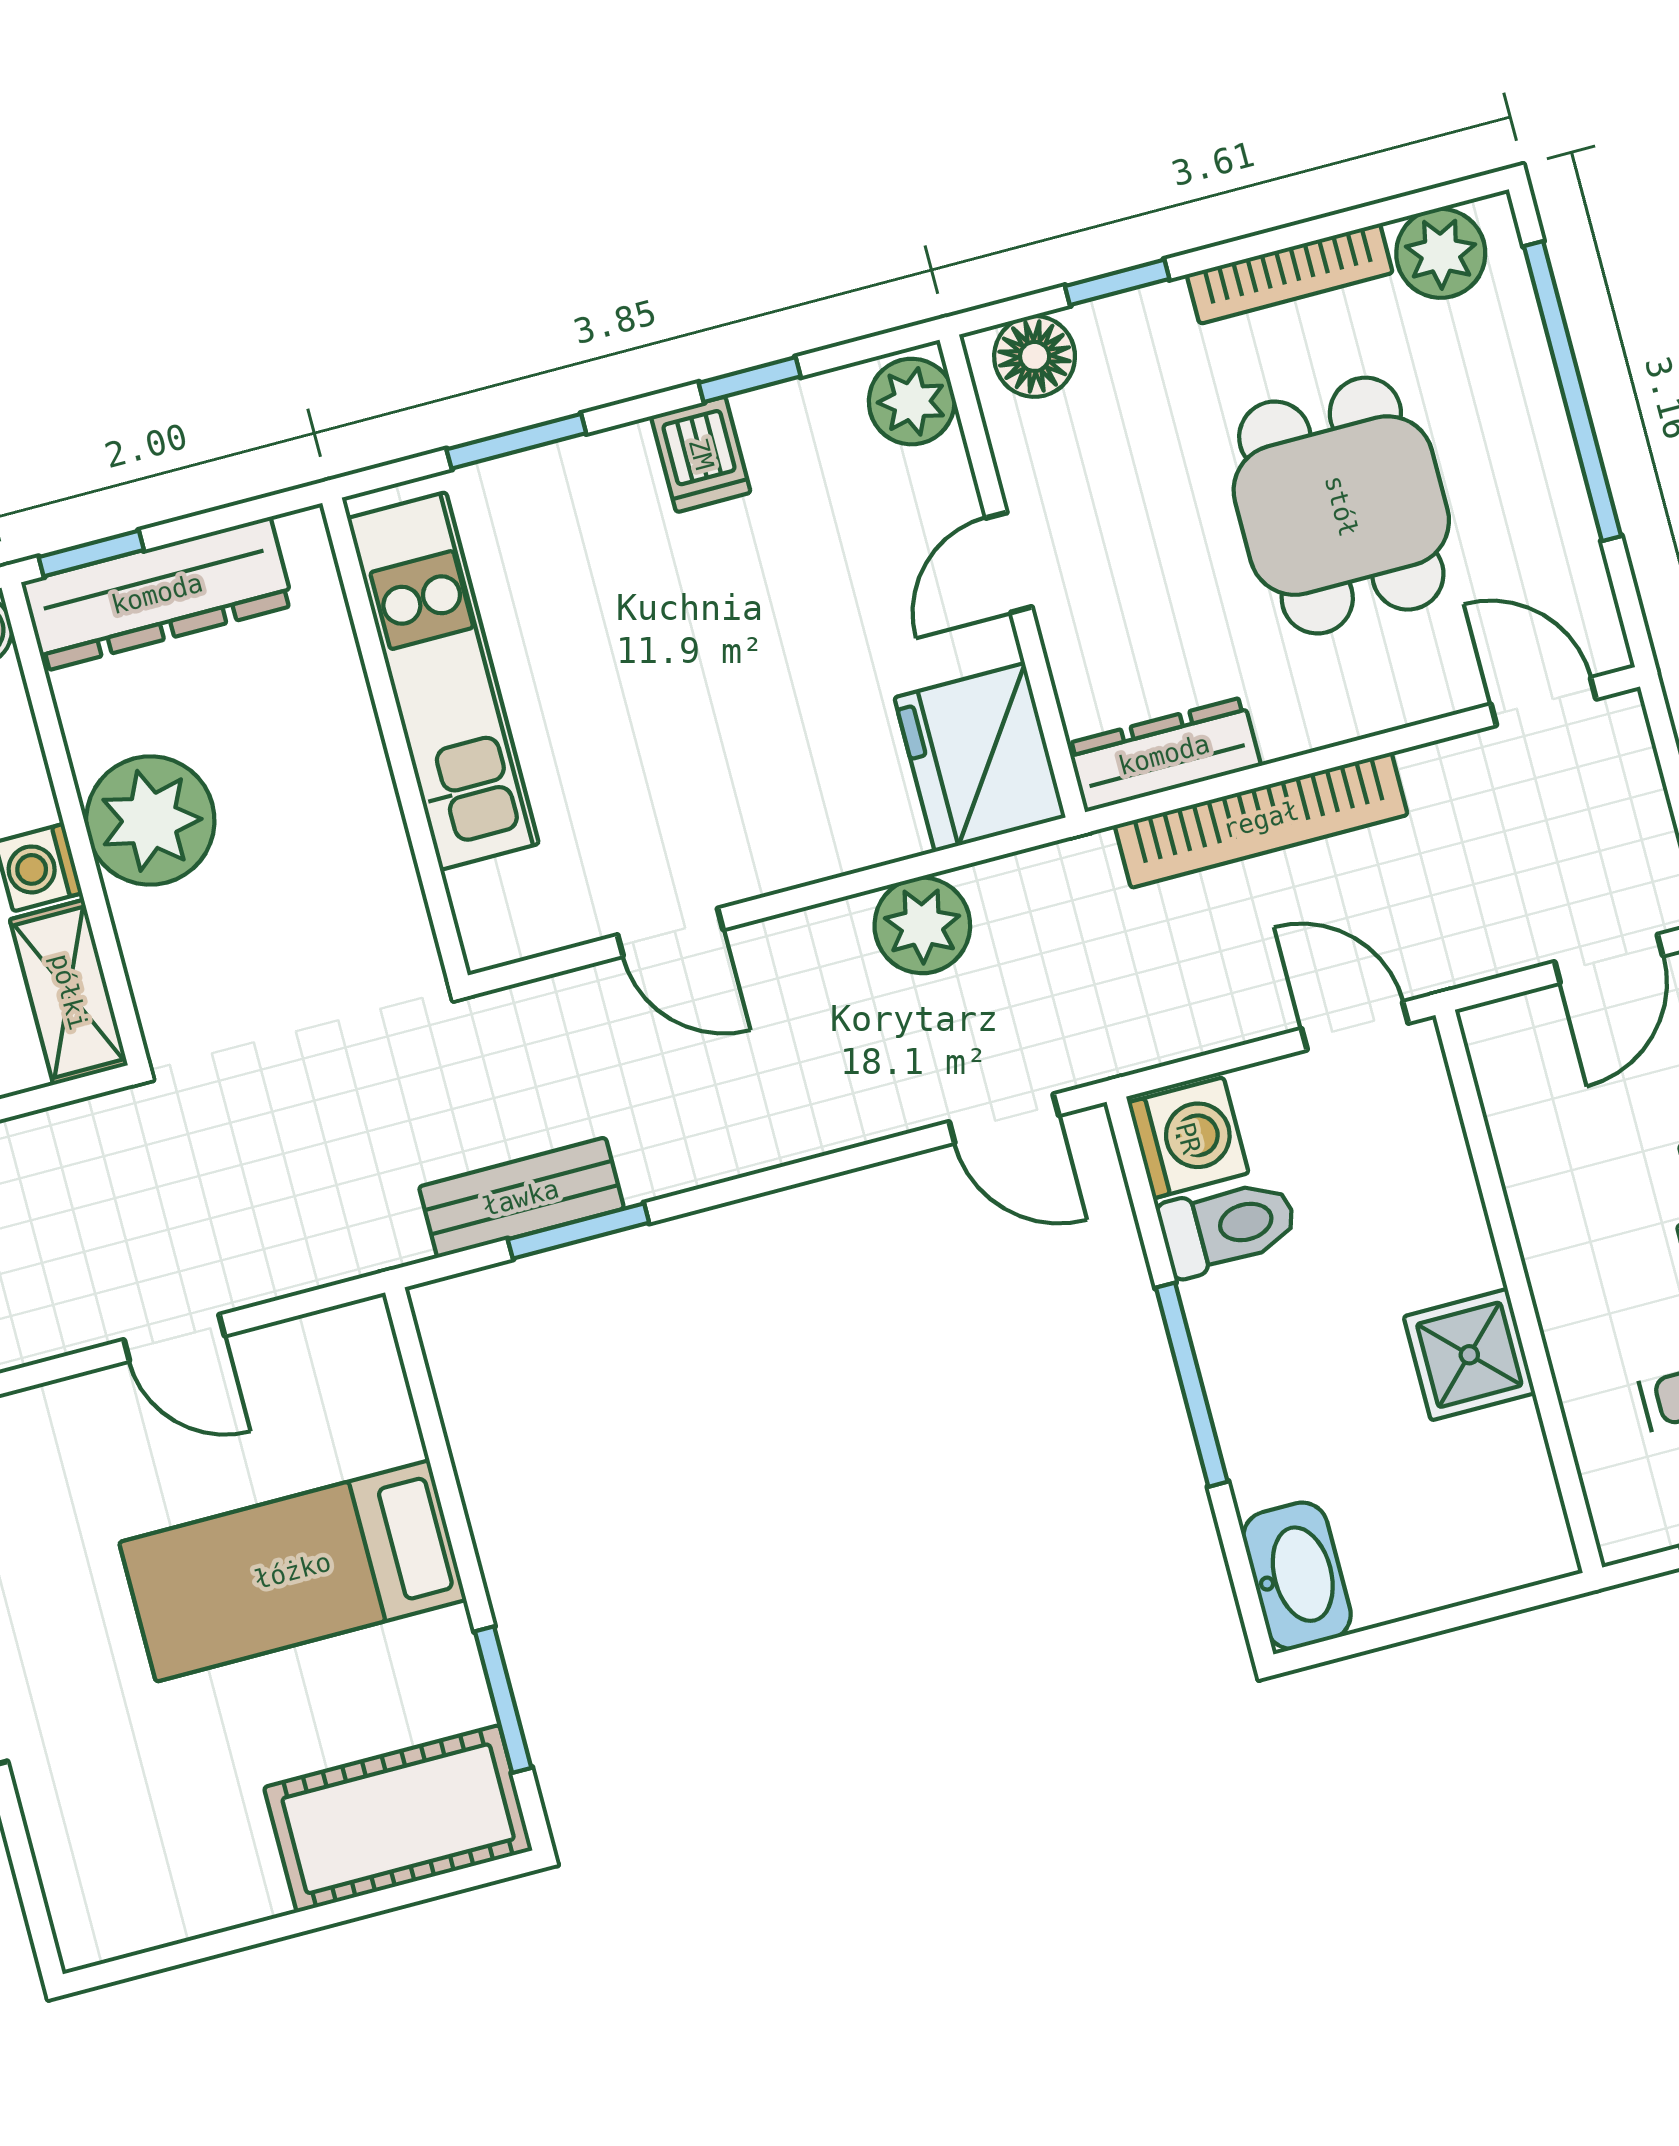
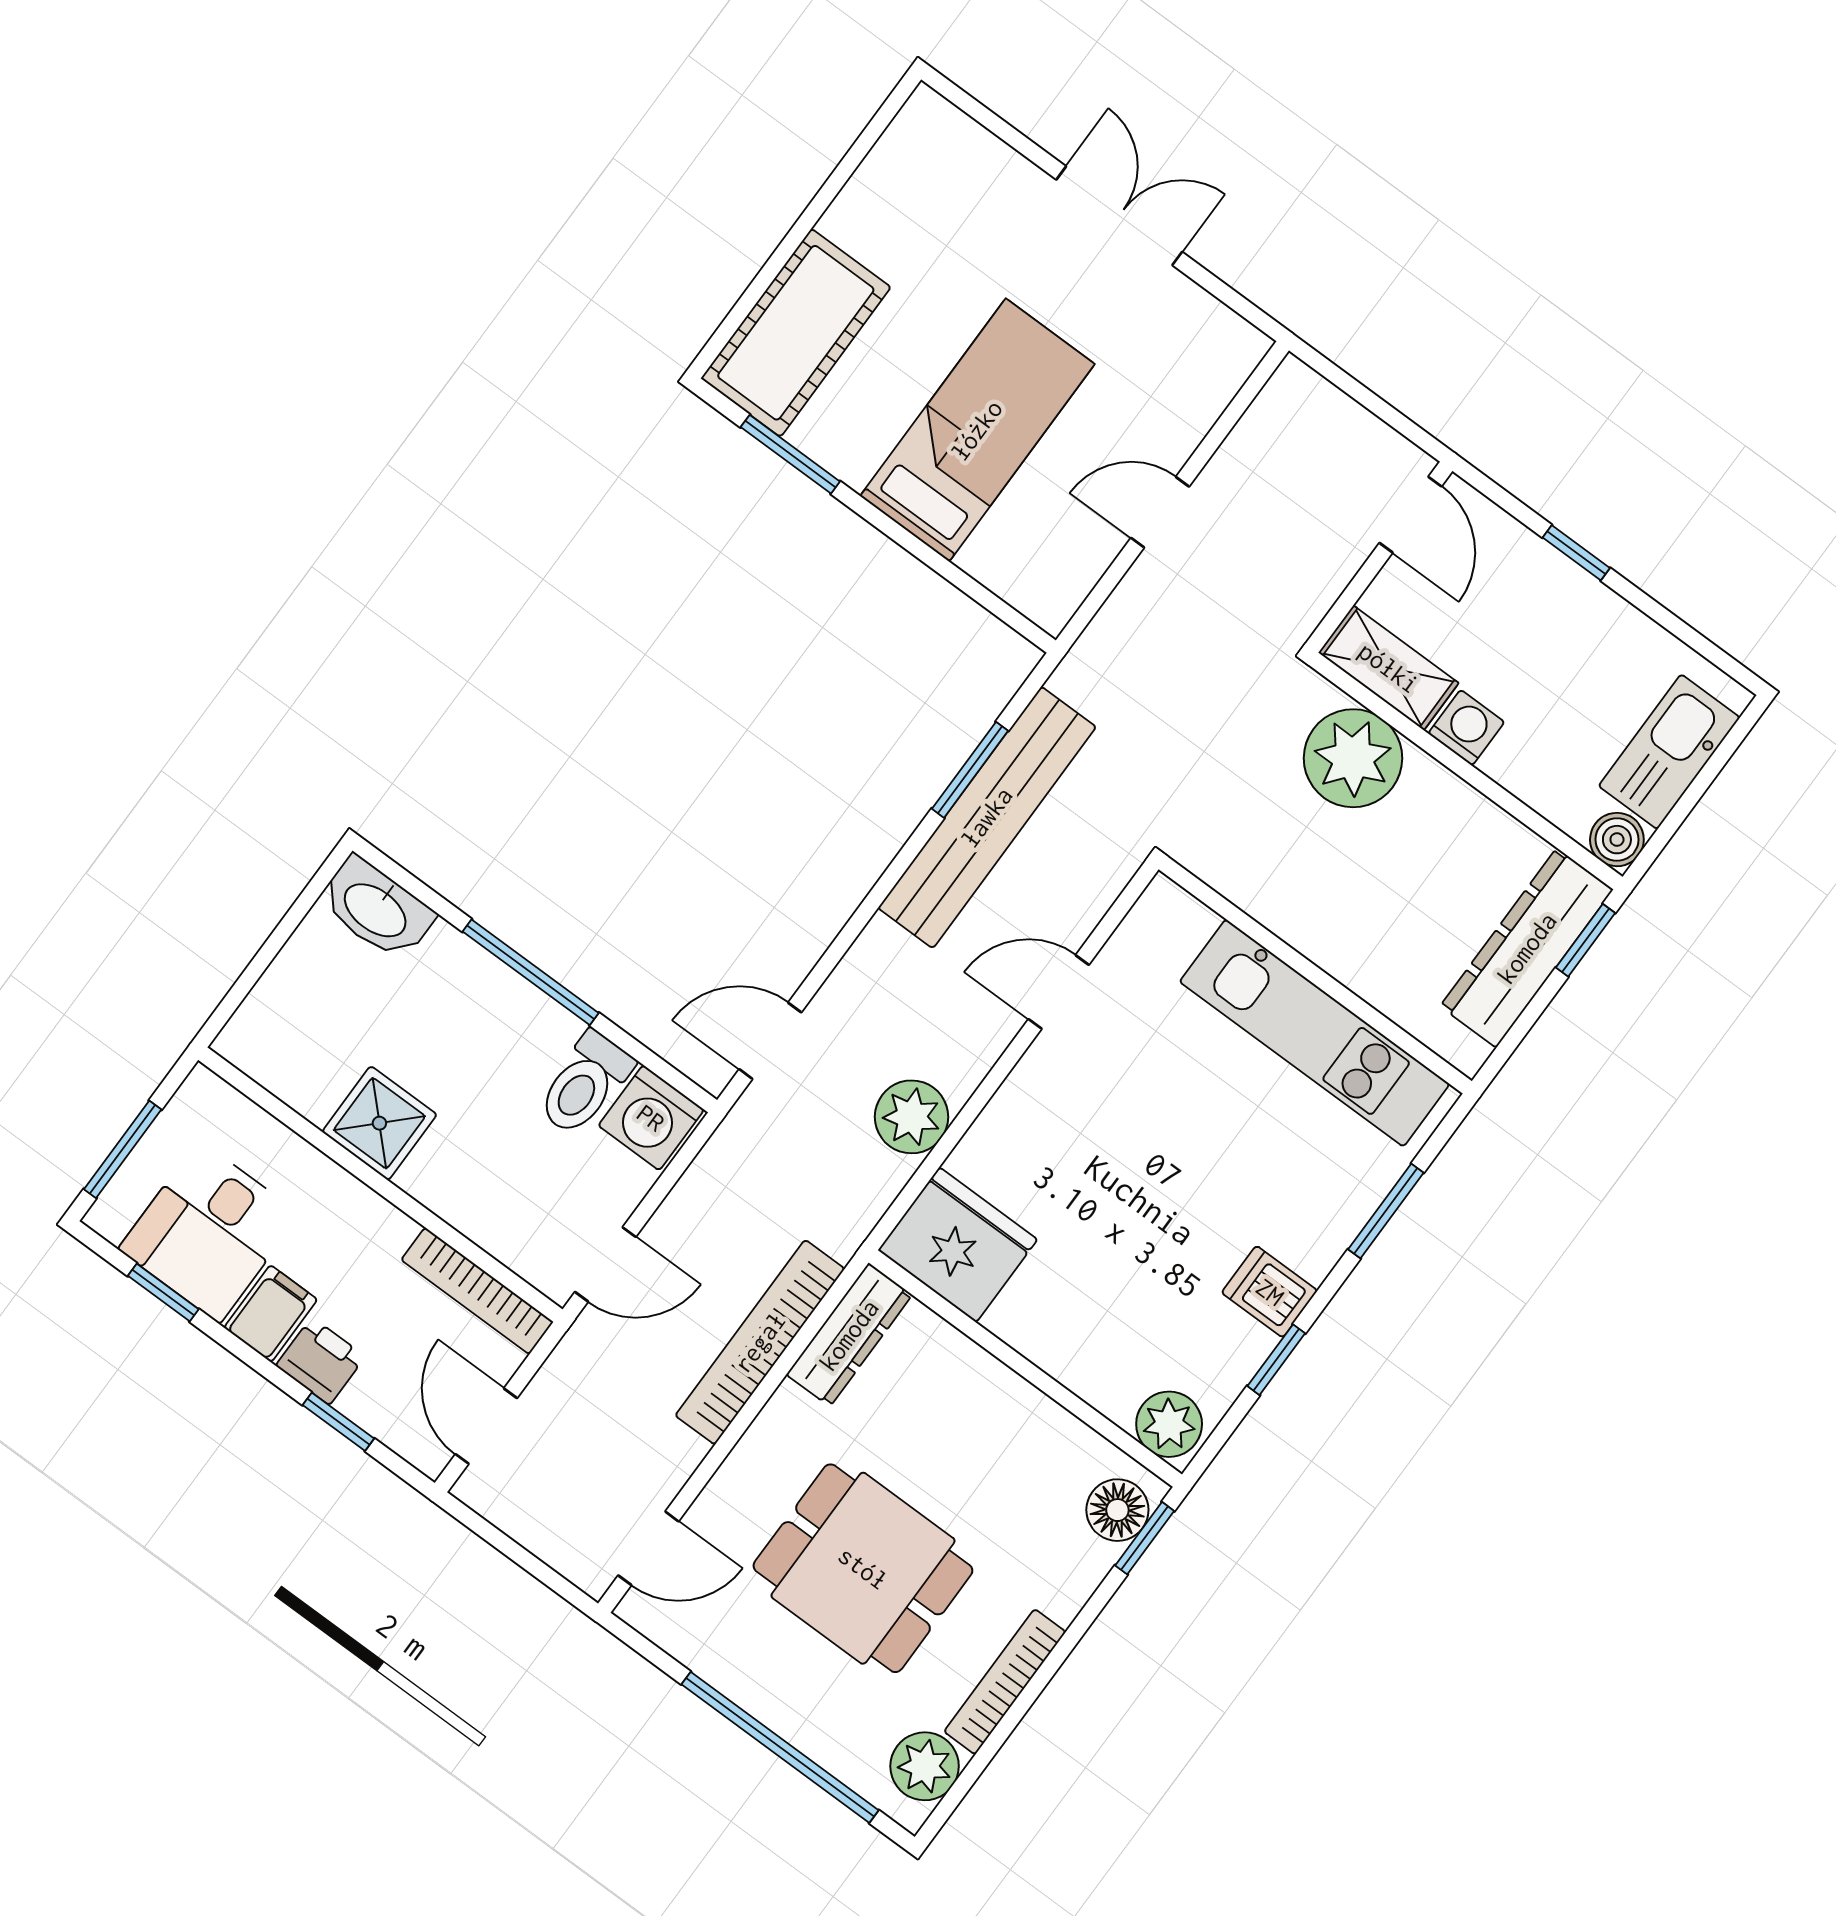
window: (1117, 282) -> (1145, 1538), moved
door: (1009, 562) -> (1034, 1375), removed
plant: (150, 821) -> (1353, 758), moved
bookcase: (1507, 1104) -> (477, 1291), added
bench: (521, 1198) -> (987, 817), width x1.86, depth x1.21

